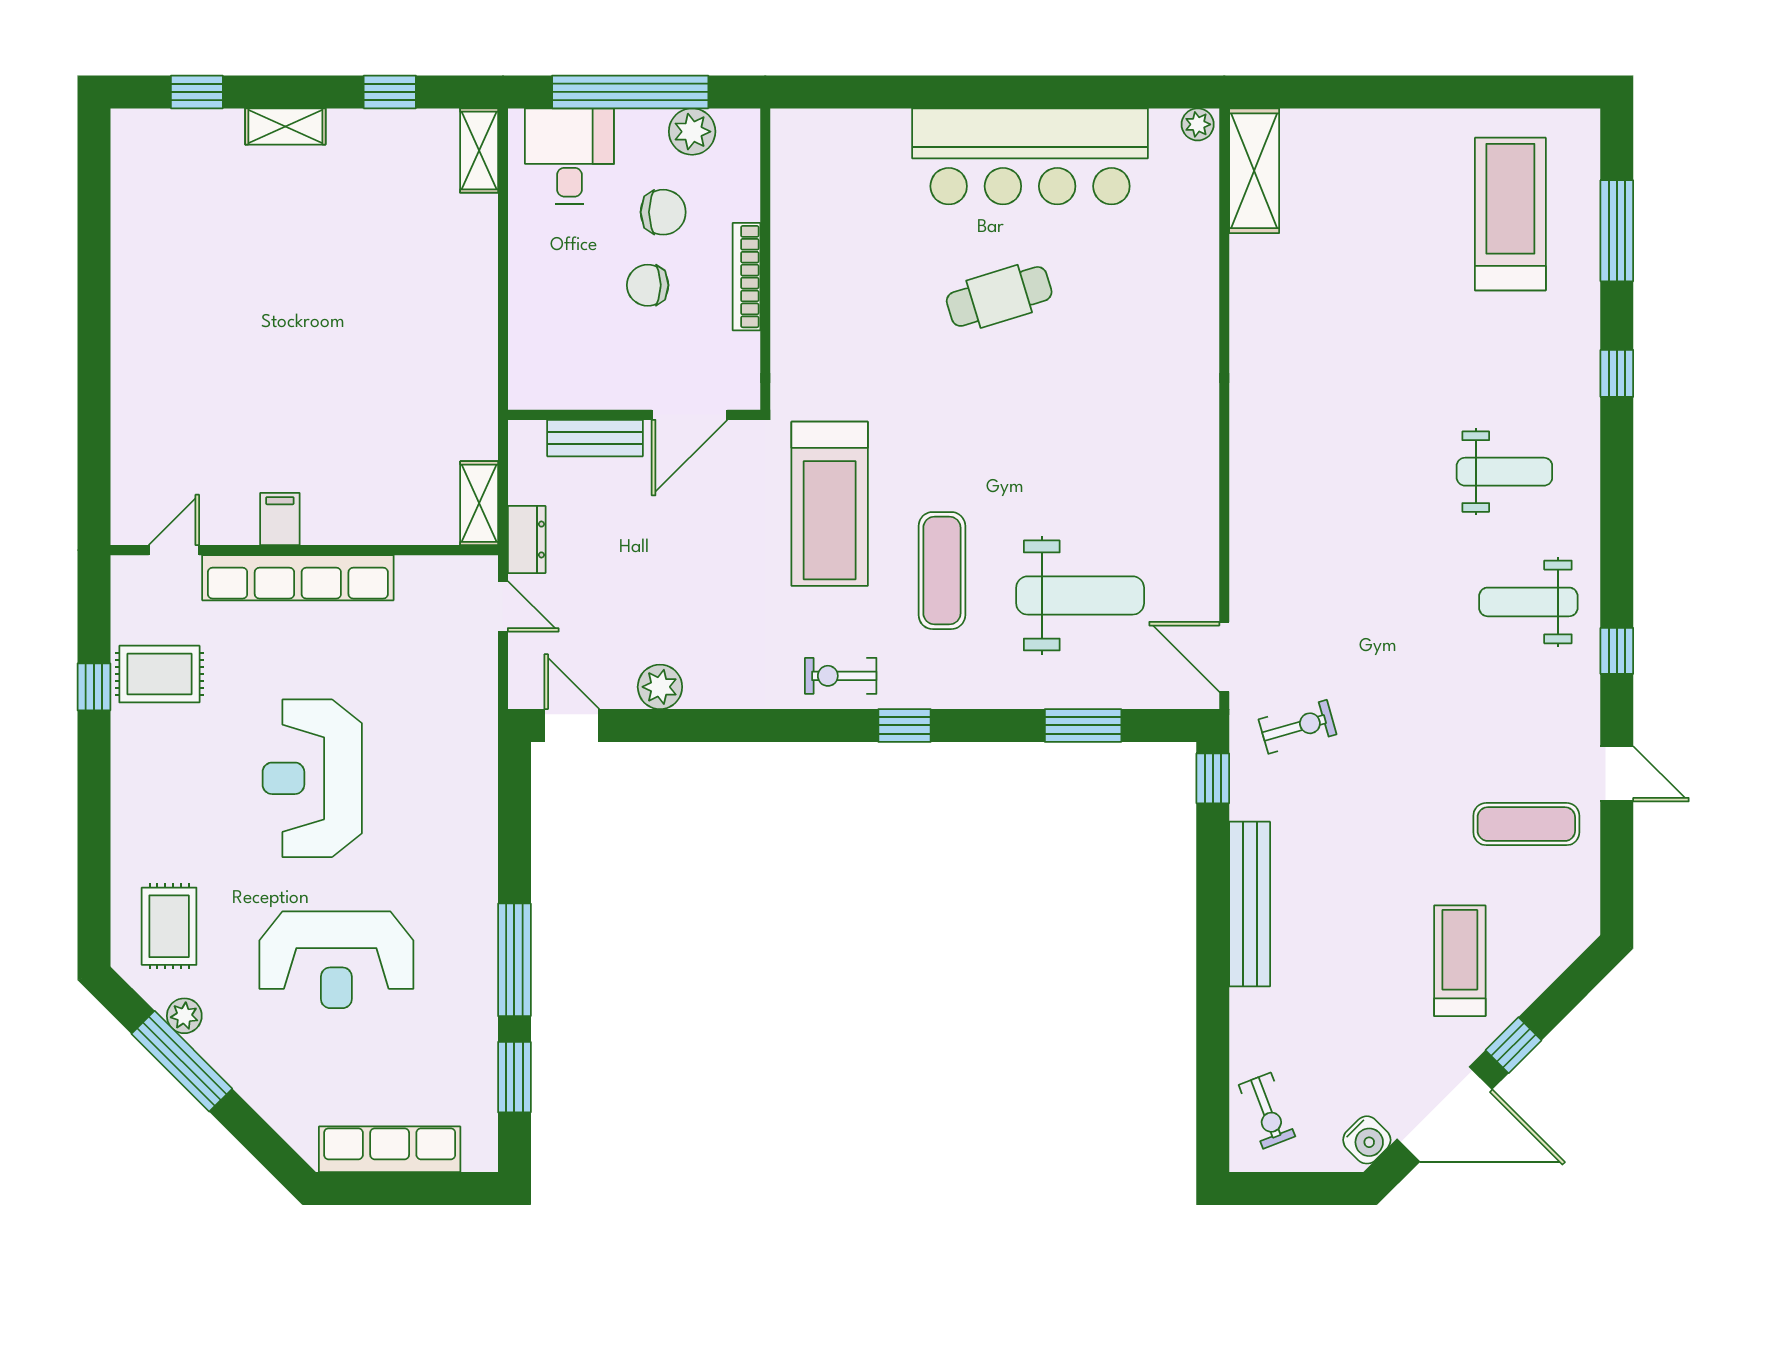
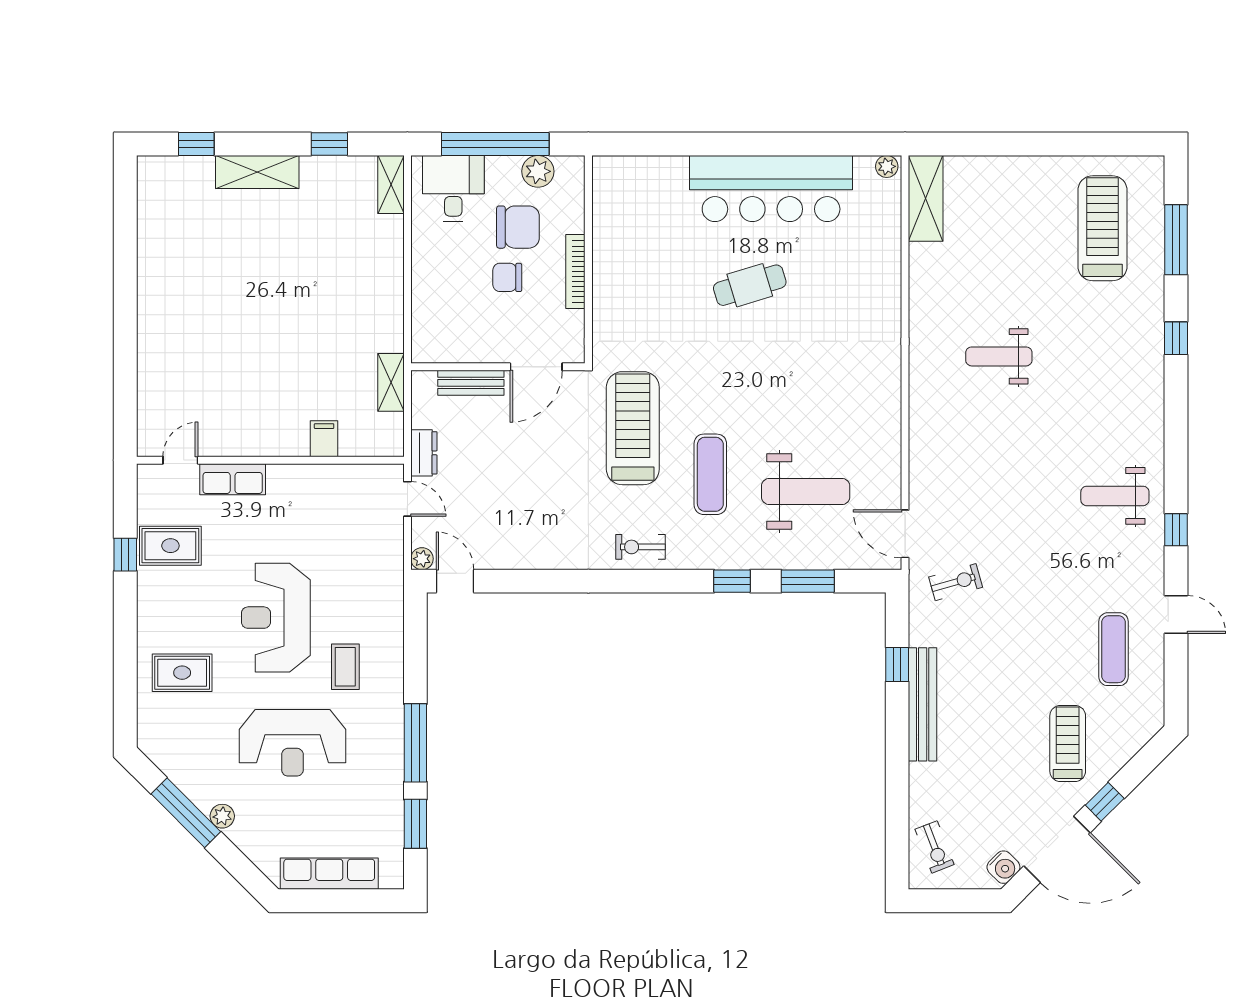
shelving: (285, 126) -> (257, 172), width x1.50, depth x1.33
chair: (663, 212) -> (518, 227), width x1.37, depth x1.37
weight bench: (1504, 472) -> (999, 356), moved, turned 180
shelving: (479, 503) -> (391, 382), moved
treadmill: (830, 504) -> (633, 428), turned 180
filing cabinet: (280, 519) -> (324, 439), moved
row of seats: (298, 578) -> (233, 479), width x0.50
plant: (660, 687) -> (422, 559), moved, width x0.73, depth x0.73
window: (904, 725) -> (732, 581), moved
window: (1213, 778) -> (897, 664), moved
exercise mat: (1526, 824) -> (1114, 649), turned 90
coffee table: (413, 850) -> (345, 667), added
rug: (169, 926) -> (182, 673), moved, turned 90
plant: (184, 1016) -> (222, 816), moved

